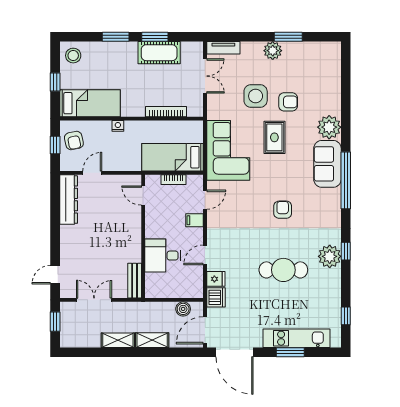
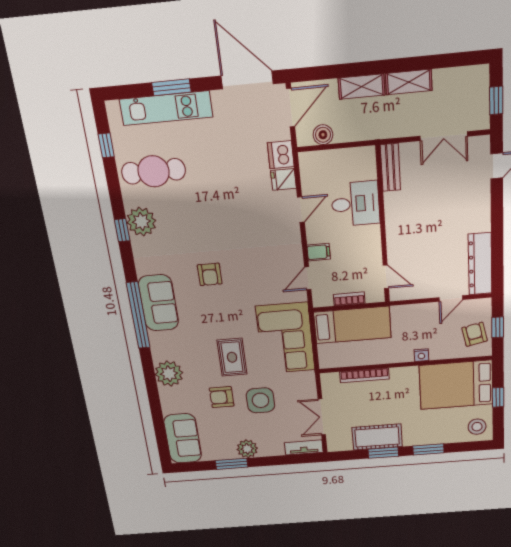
sofa: (327, 65) -> (183, 438), added
bed: (90, 103) -> (456, 385), width x1.50
sofa: (327, 164) -> (158, 303), moved
cafe table: (283, 270) -> (154, 171), moved

